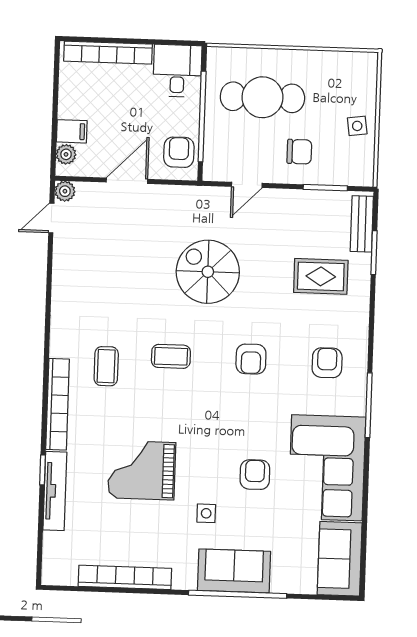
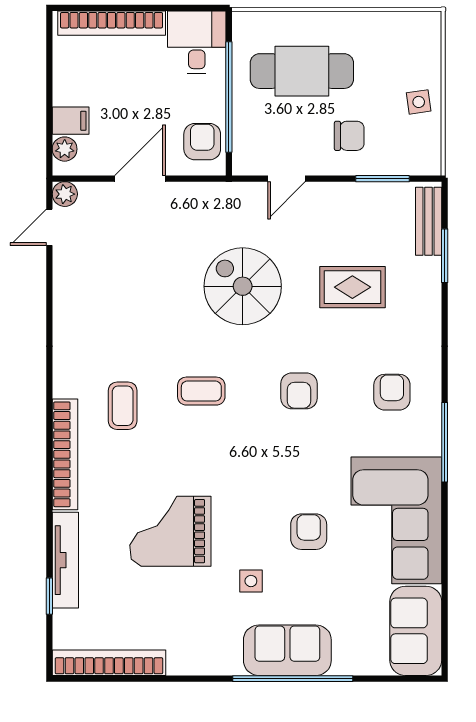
rug: (321, 276) -> (352, 287), moved
window: (42, 470) -> (49, 596), moved
bookcase: (125, 577) -> (109, 663), moved

